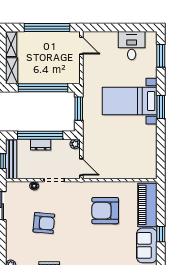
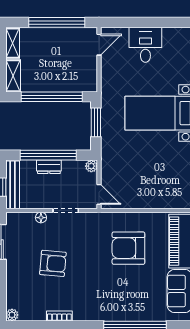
door: (81, 46) -> (99, 45), hinge flipped
desk: (132, 46) -> (145, 45), moved

